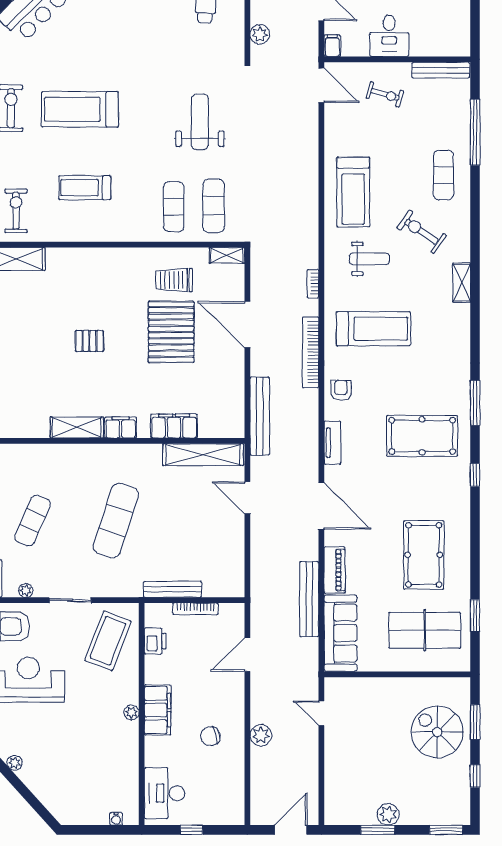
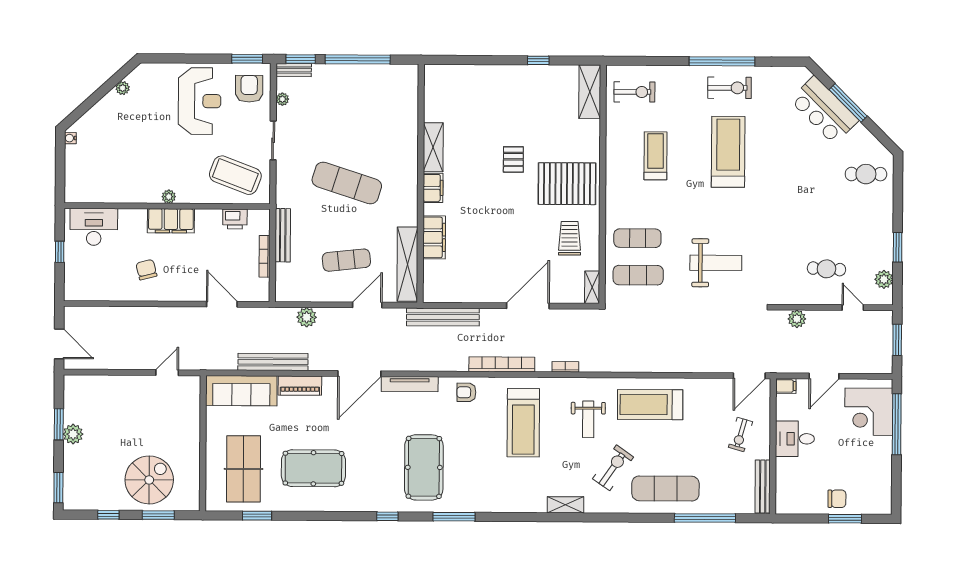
exercise mat: (444, 175) -> (665, 488), width x1.36, depth x1.45
pallet: (171, 332) -> (567, 184), moved
armchair: (341, 390) -> (466, 392), turned 180
tv unit: (332, 443) -> (410, 384), width x1.41
exercise mat: (33, 521) -> (346, 260), moved, turned -30
plant: (261, 735) -> (307, 317), moved
water cooler: (116, 819) -> (70, 138), moved

